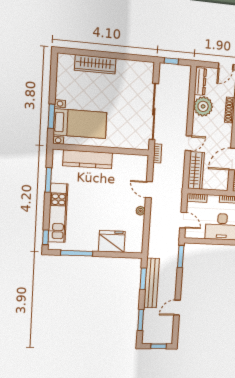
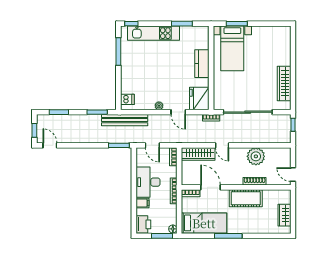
wardrobe: (95, 64) -> (284, 83), moved
dresser: (200, 81) -> (278, 152), removed
kitchen counter: (88, 159) -> (202, 64), width x0.67
door: (149, 190) -> (178, 112), swing flipped
door: (183, 220) -> (152, 145), hinge flipped
fridge: (112, 241) -> (199, 99), moved, turned 180
dishwasher: (131, 245) -> (127, 99), added
bench: (152, 283) -> (125, 120), moved
door: (177, 308) -> (50, 145), moved

